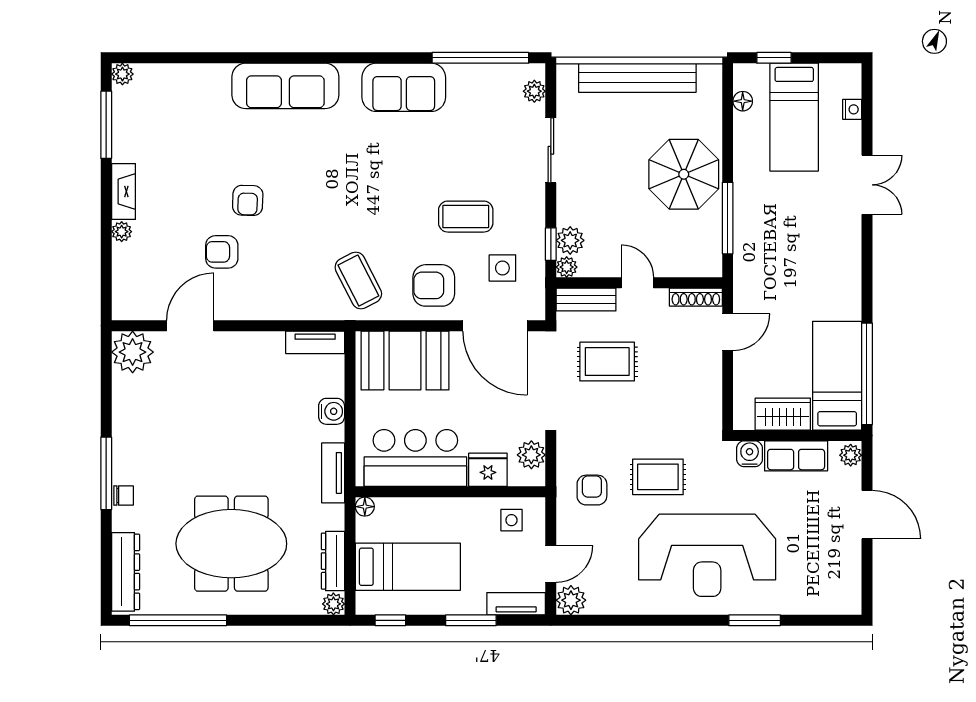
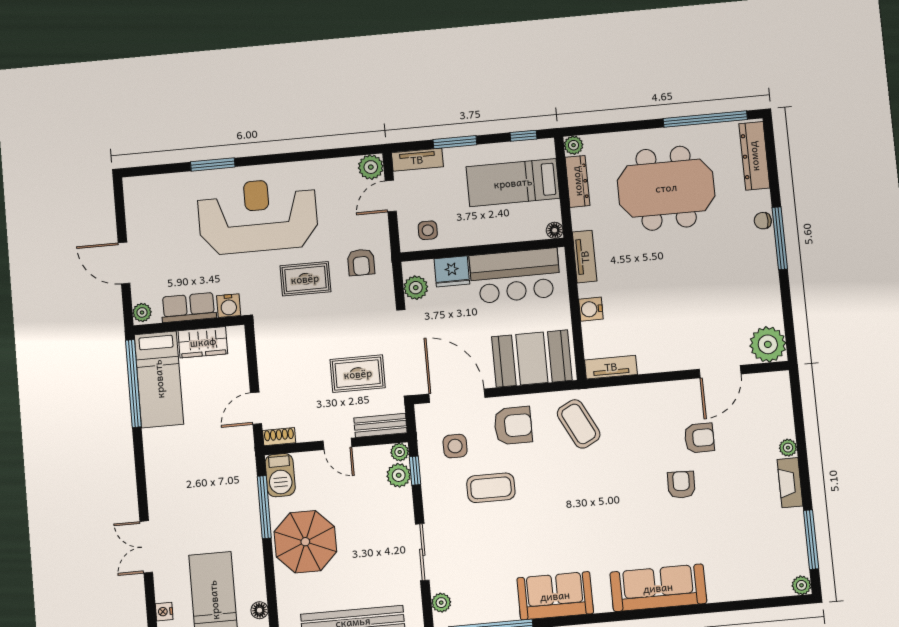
barbecue: (706, 253) -> (280, 475), added
shoe rack: (696, 297) -> (279, 437), width x0.70

